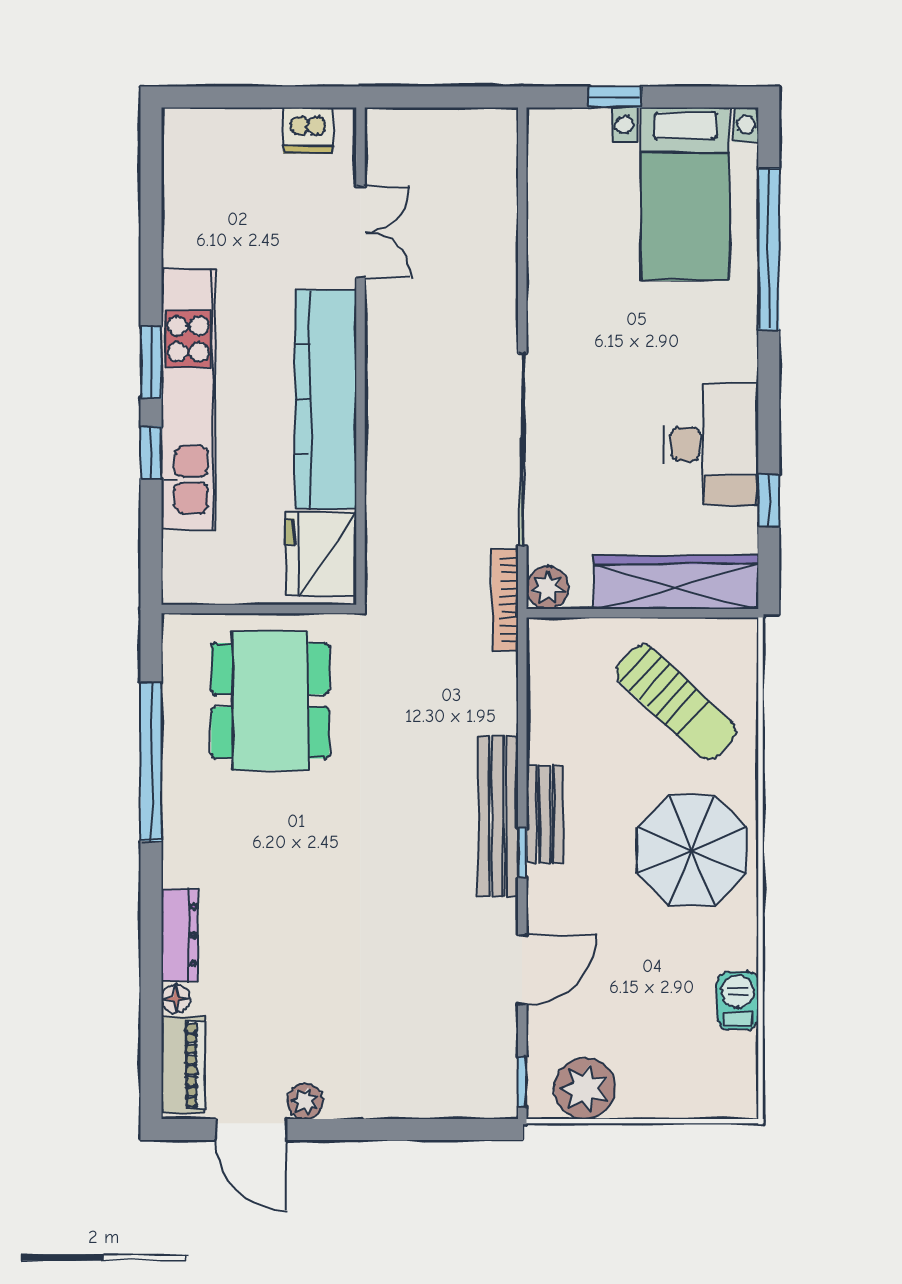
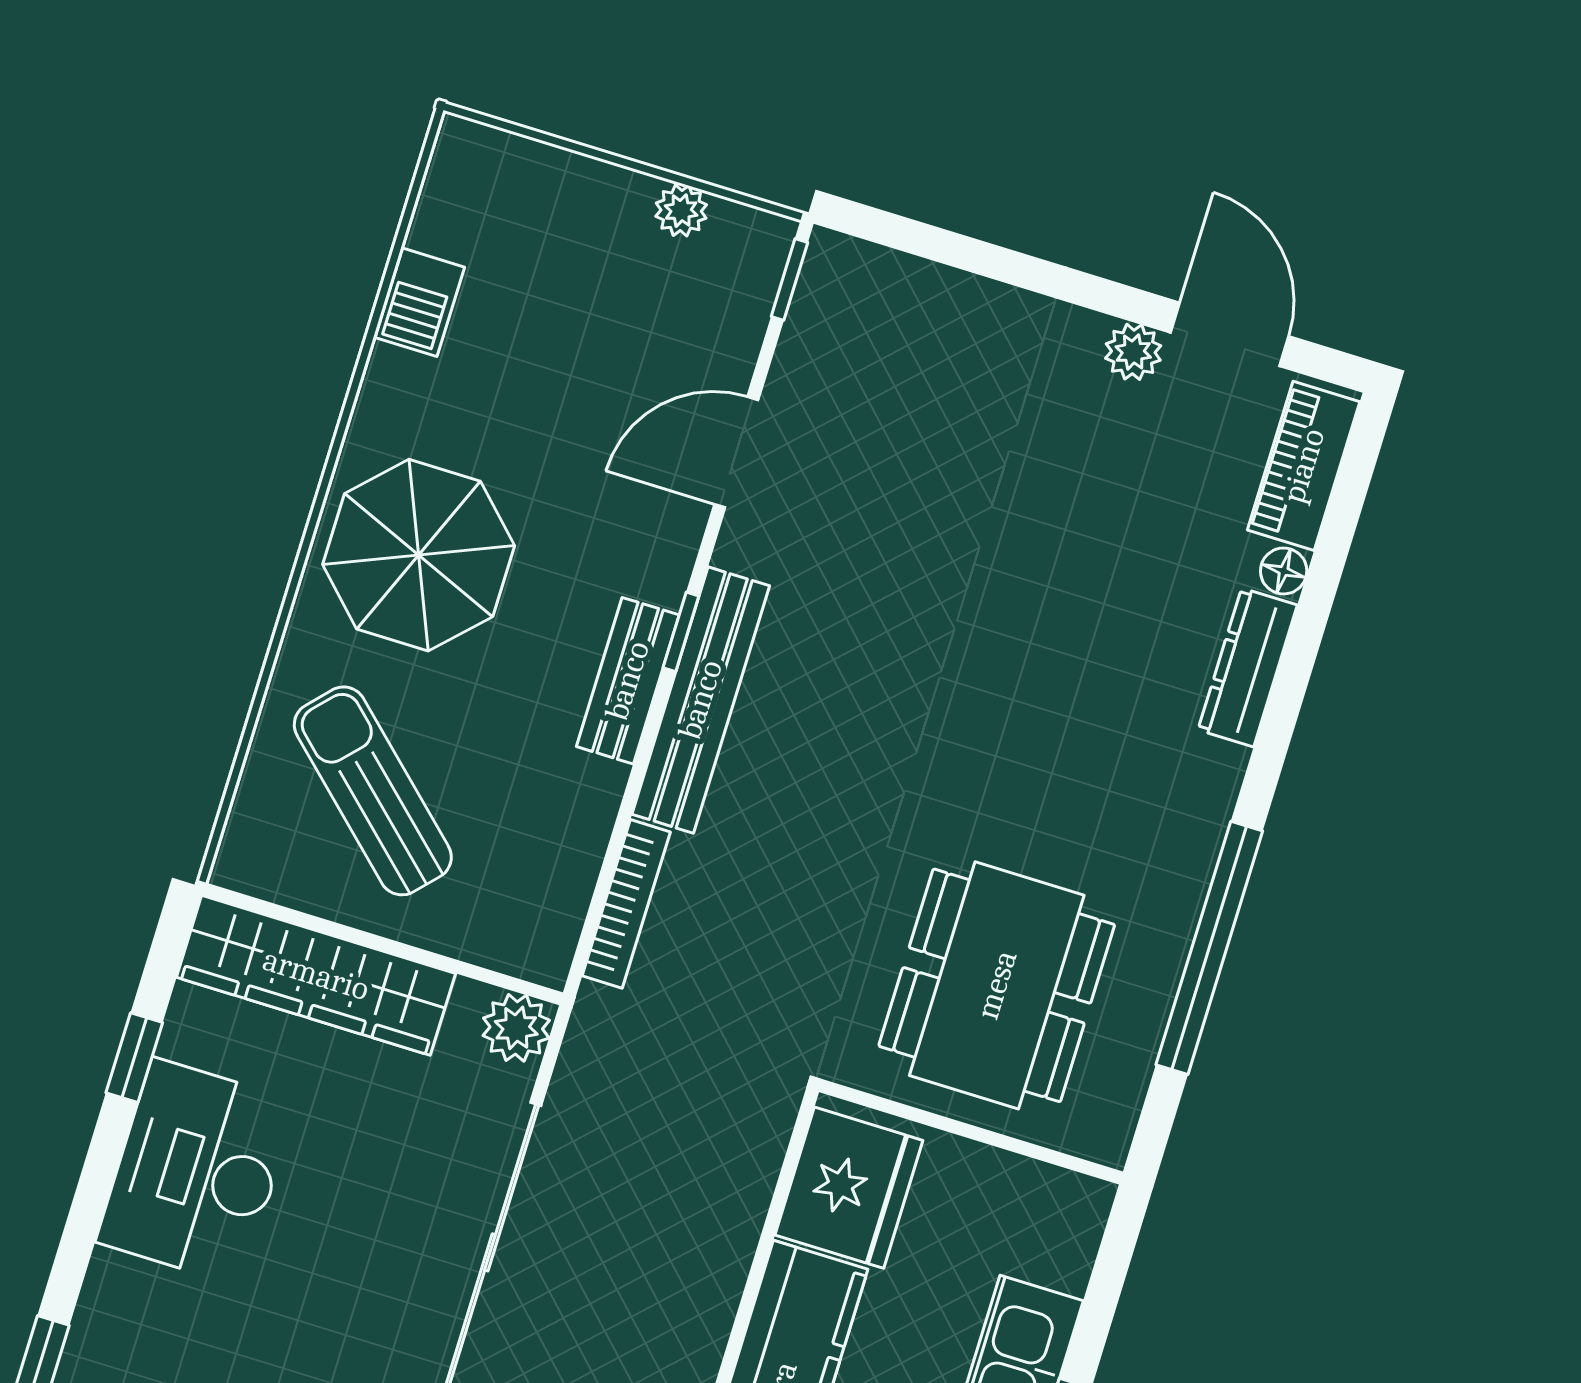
bookcase: (505, 600) -> (626, 904), moved
plant: (585, 1089) -> (681, 211), width x0.53, depth x0.53

